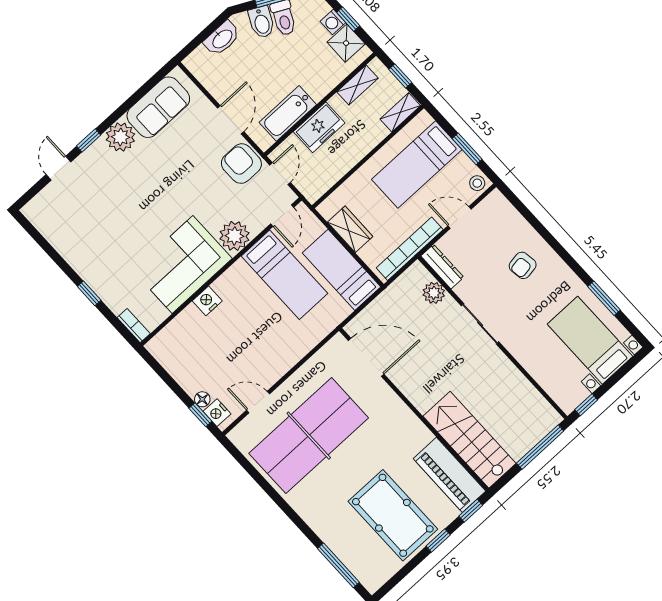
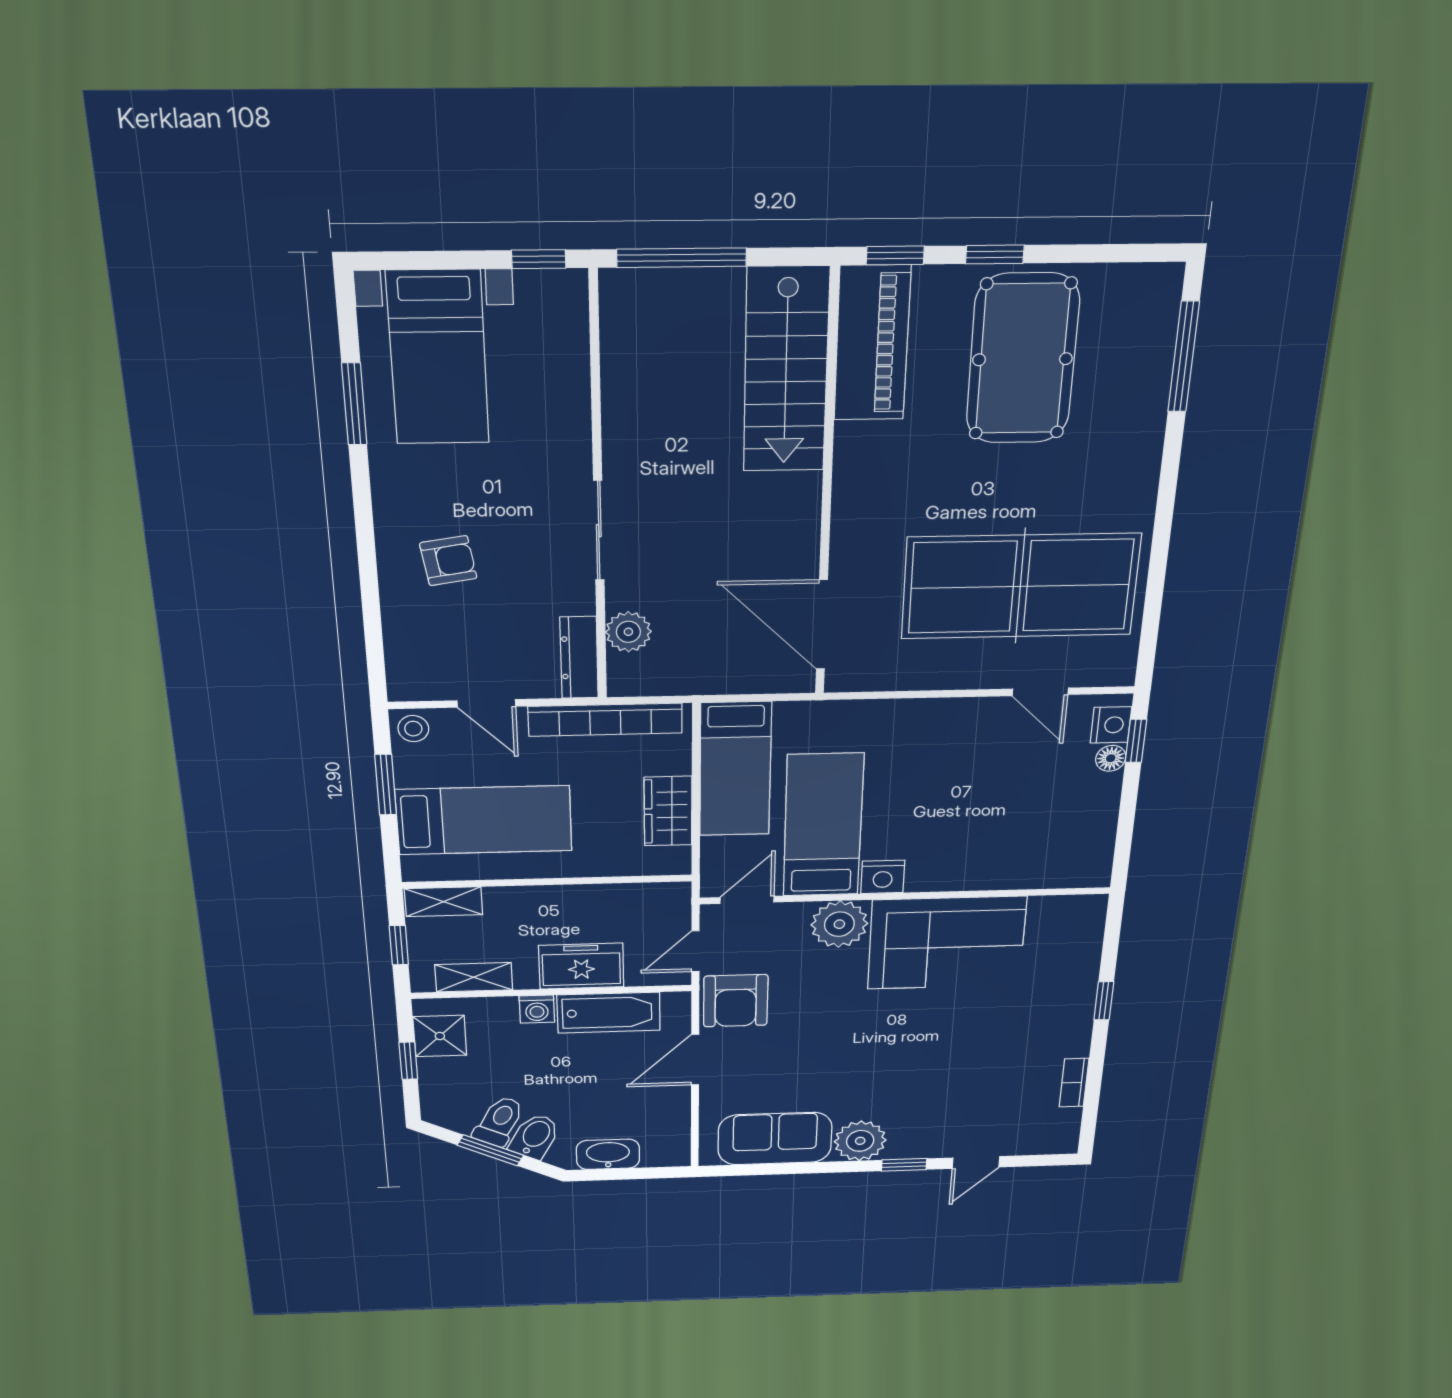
washing machine: (333, 22) -> (537, 1009), moved, turned 90
nightstand: (207, 301) -> (883, 877), moved
bookcase: (134, 326) -> (1074, 1083), moved

